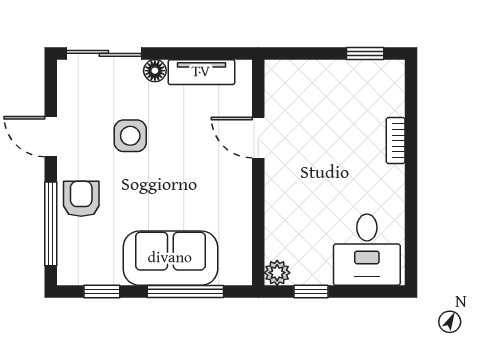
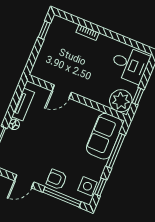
side table: (130, 136) -> (87, 186), moved
sofa: (170, 258) -> (105, 136), moved
plant: (277, 273) -> (121, 101), width x1.88, depth x1.88

